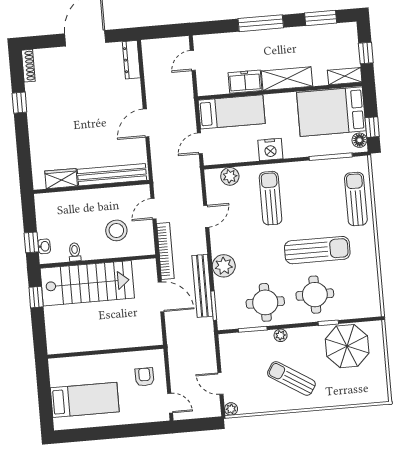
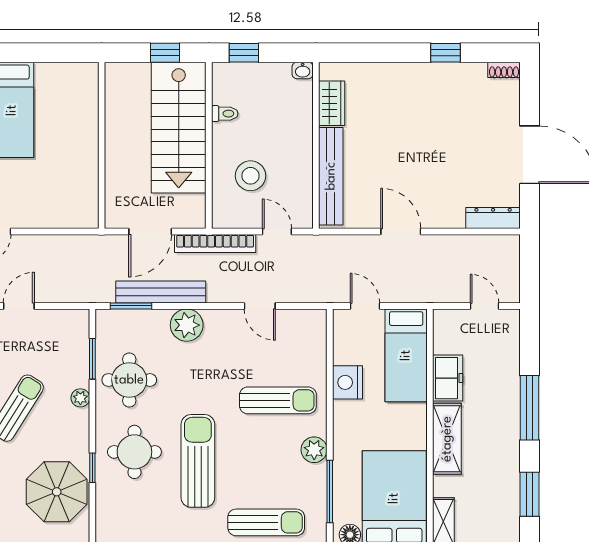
shoe rack: (28, 66) -> (504, 70), width x0.70
nightstand: (270, 149) -> (348, 382), moved
plant: (230, 176) -> (314, 450), moved
washbasin: (44, 246) -> (303, 70), moved
sun lounger: (317, 250) -> (198, 461), turned 180
wall: (106, 352) -> (102, 145), moved
armchair: (144, 377) -> (37, 198), removed

